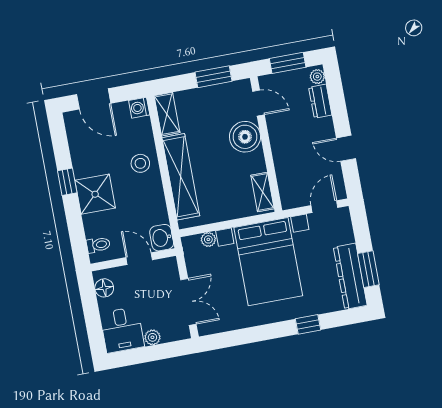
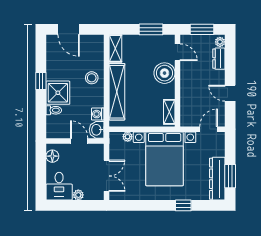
washing machine: (139, 108) -> (98, 114), moved
toilet: (98, 245) -> (54, 110), moved

